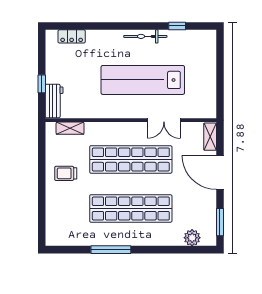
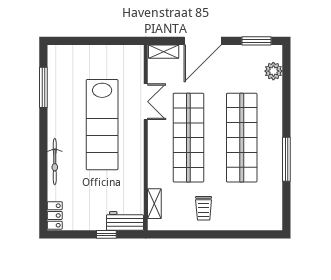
window: (177, 26) -> (43, 87), width x2.17
locker: (72, 36) -> (55, 215), moved
bicycle: (145, 36) -> (55, 162), moved

